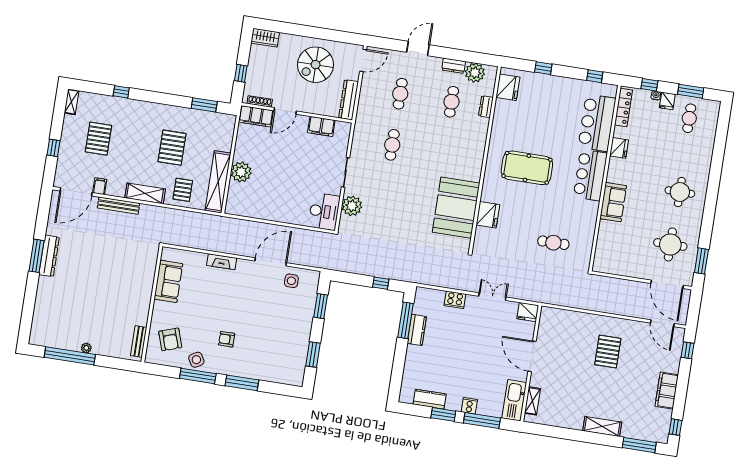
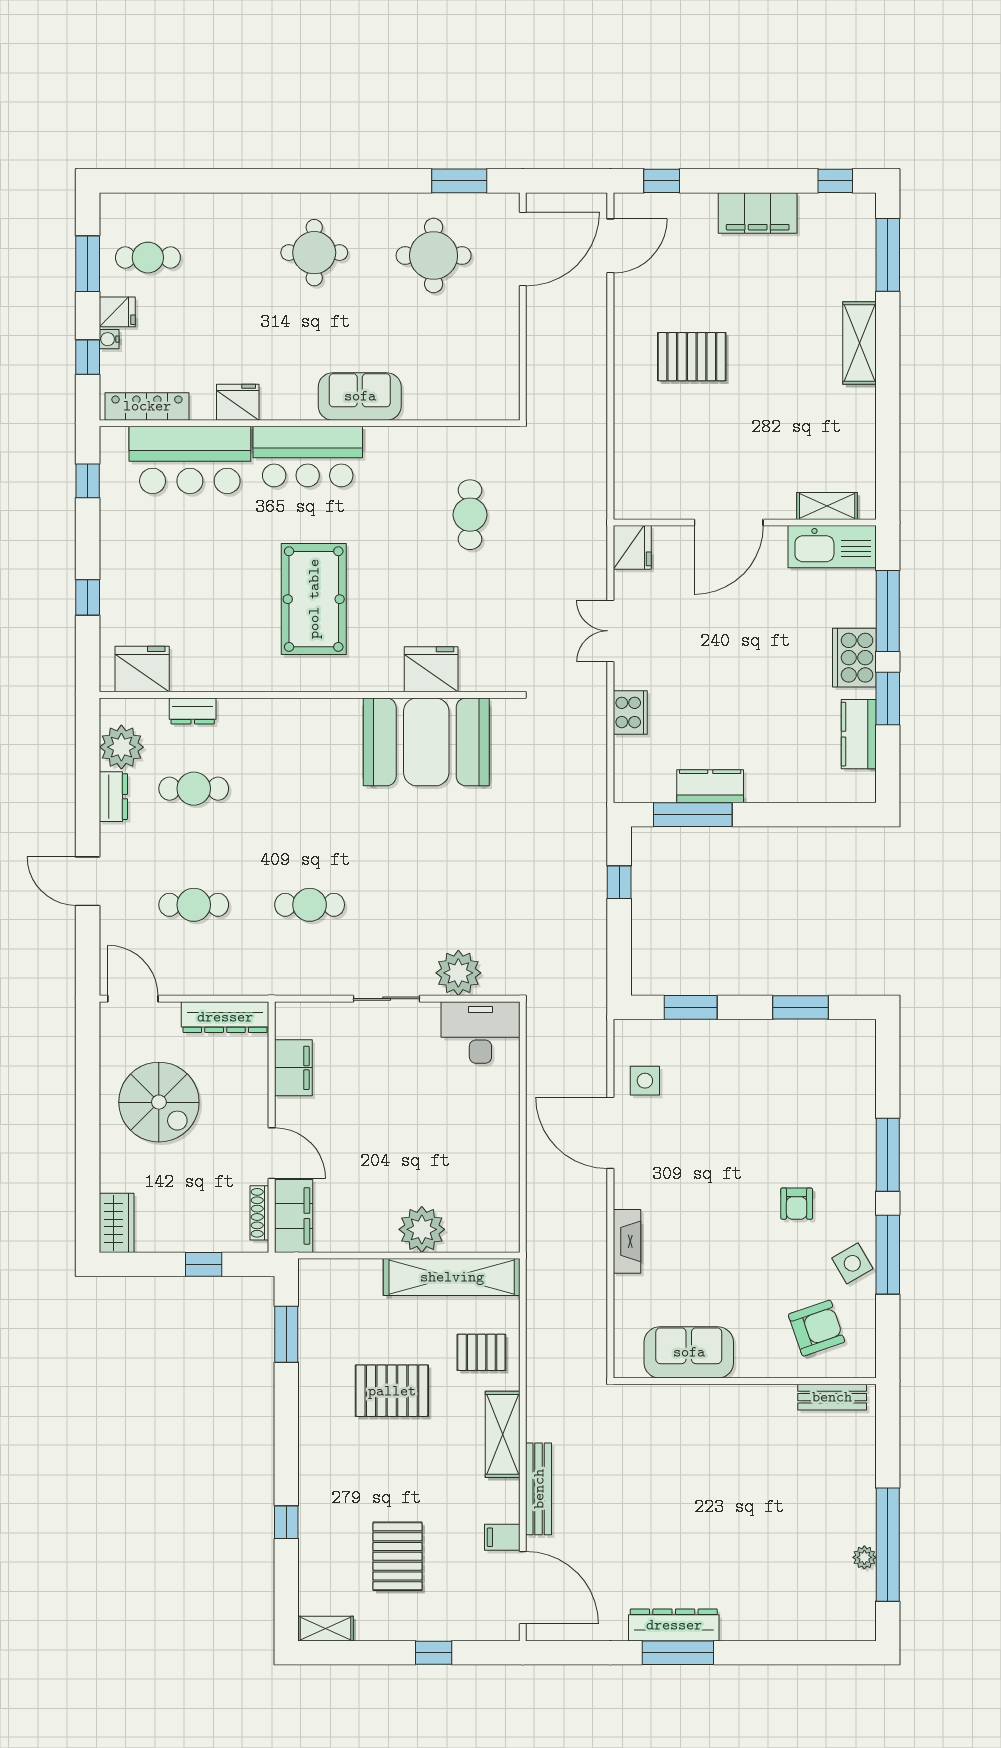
pallet: (98, 139) -> (397, 1556), turned 90
plant: (86, 348) -> (864, 1557), moved
cooker: (469, 406) -> (854, 658), width x1.87, depth x1.31

